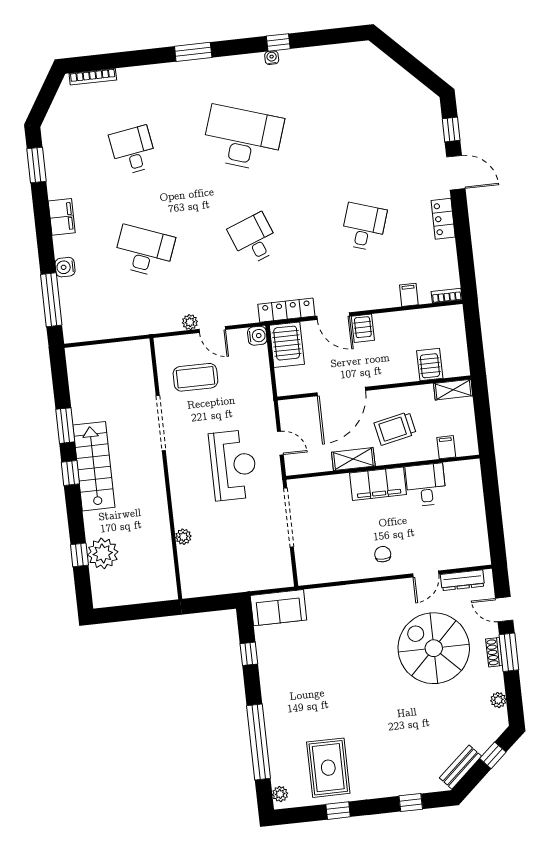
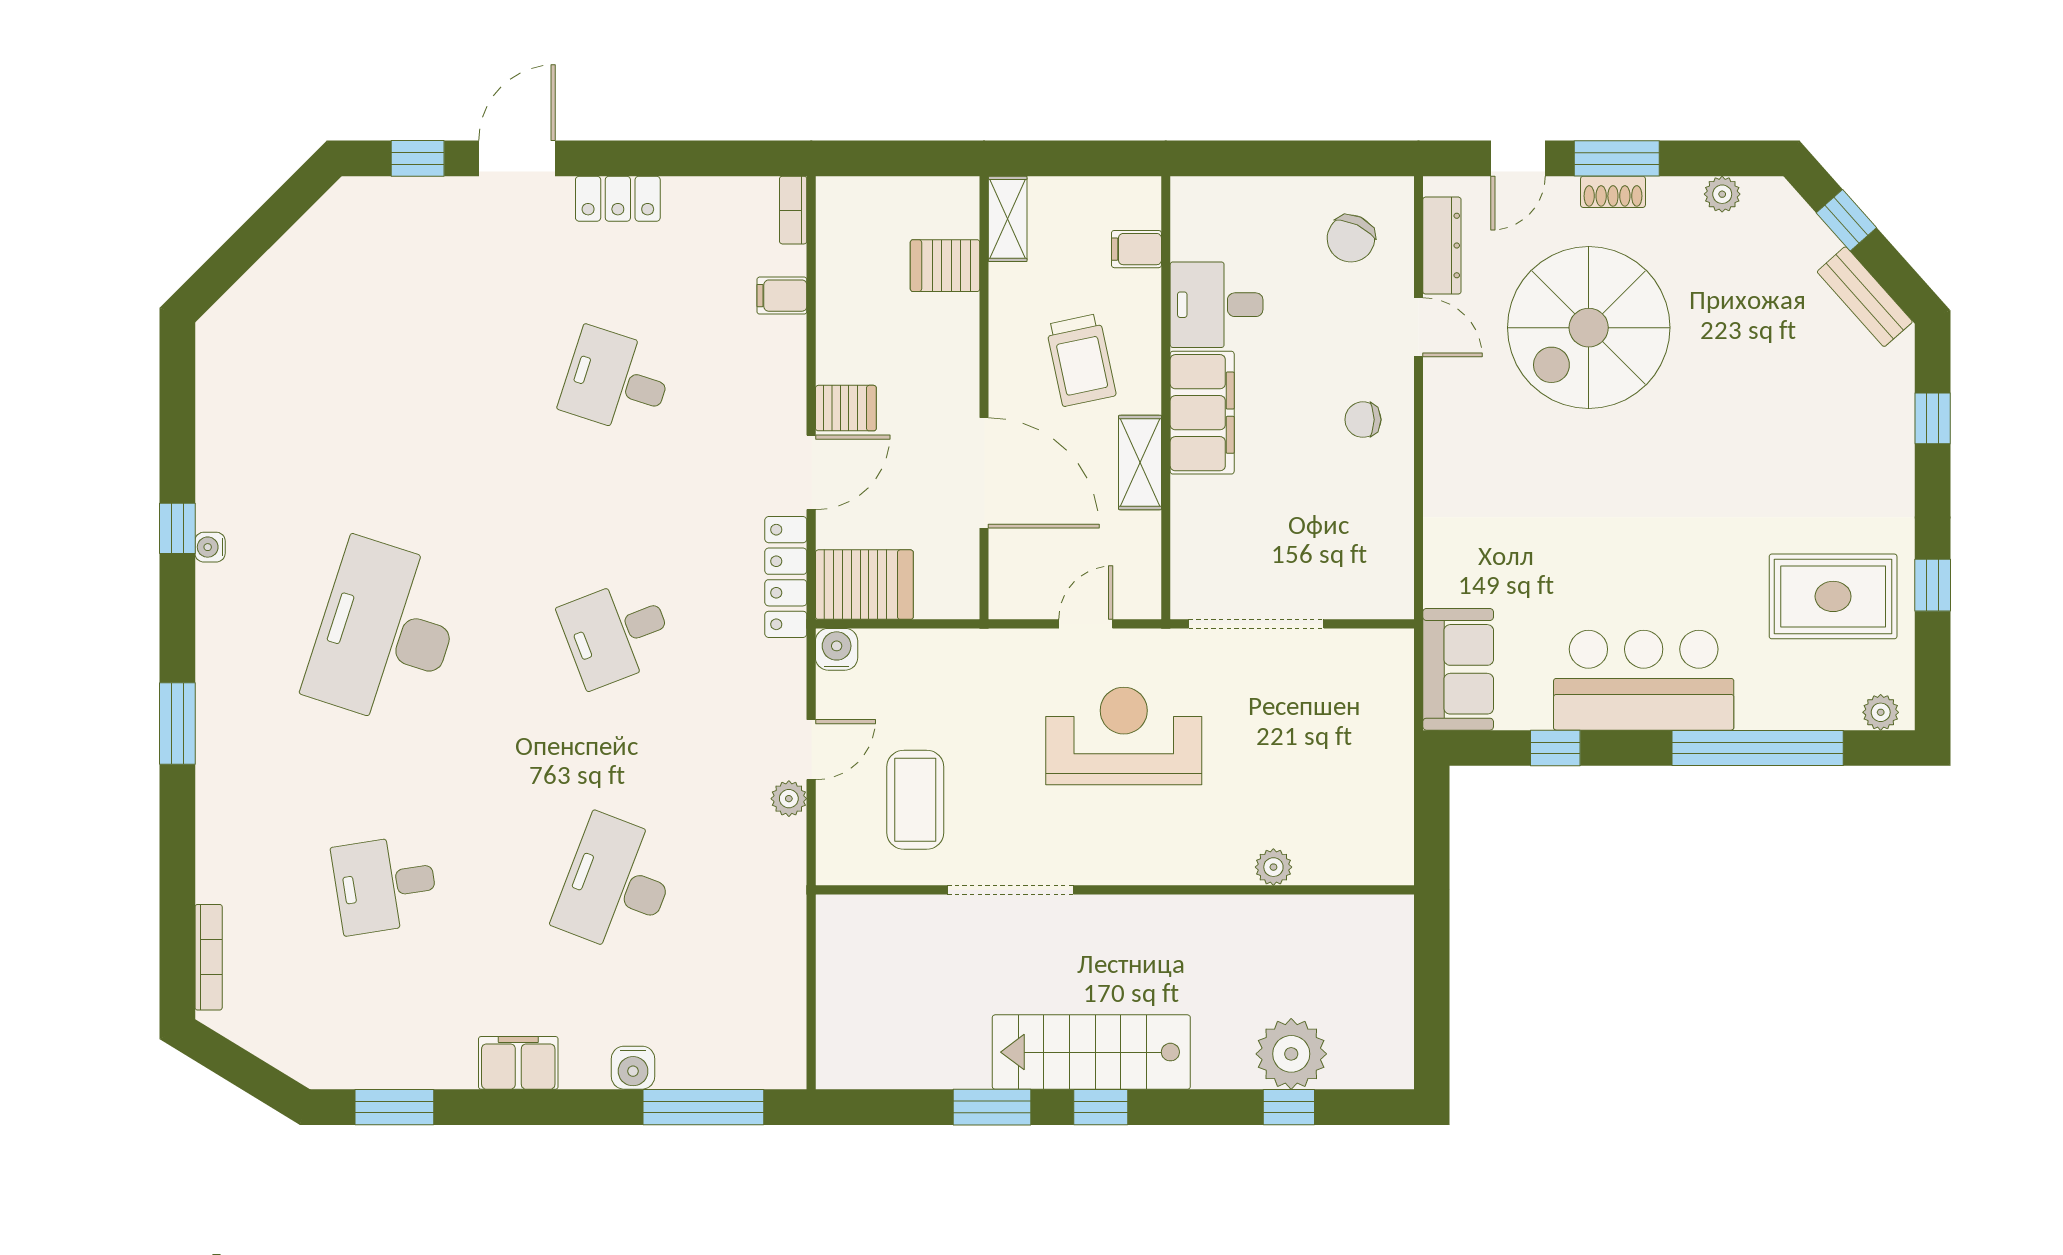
chair: (461, 540) -> (1351, 239), added
bar counter: (283, 689) -> (1644, 680), added

